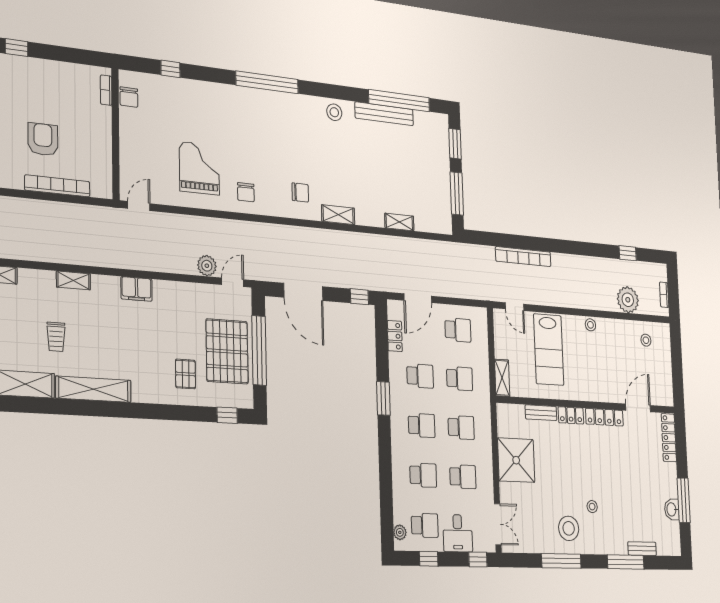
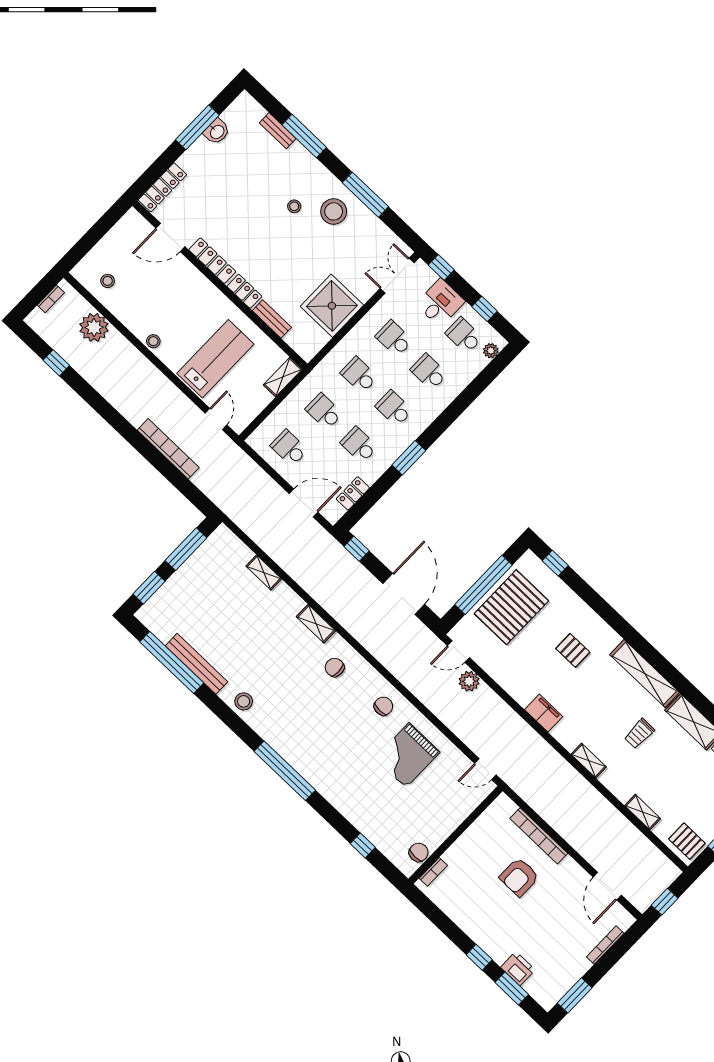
trolley: (56, 337) -> (639, 734), turned 180
pallet: (185, 374) -> (573, 650), moved, turned 90

